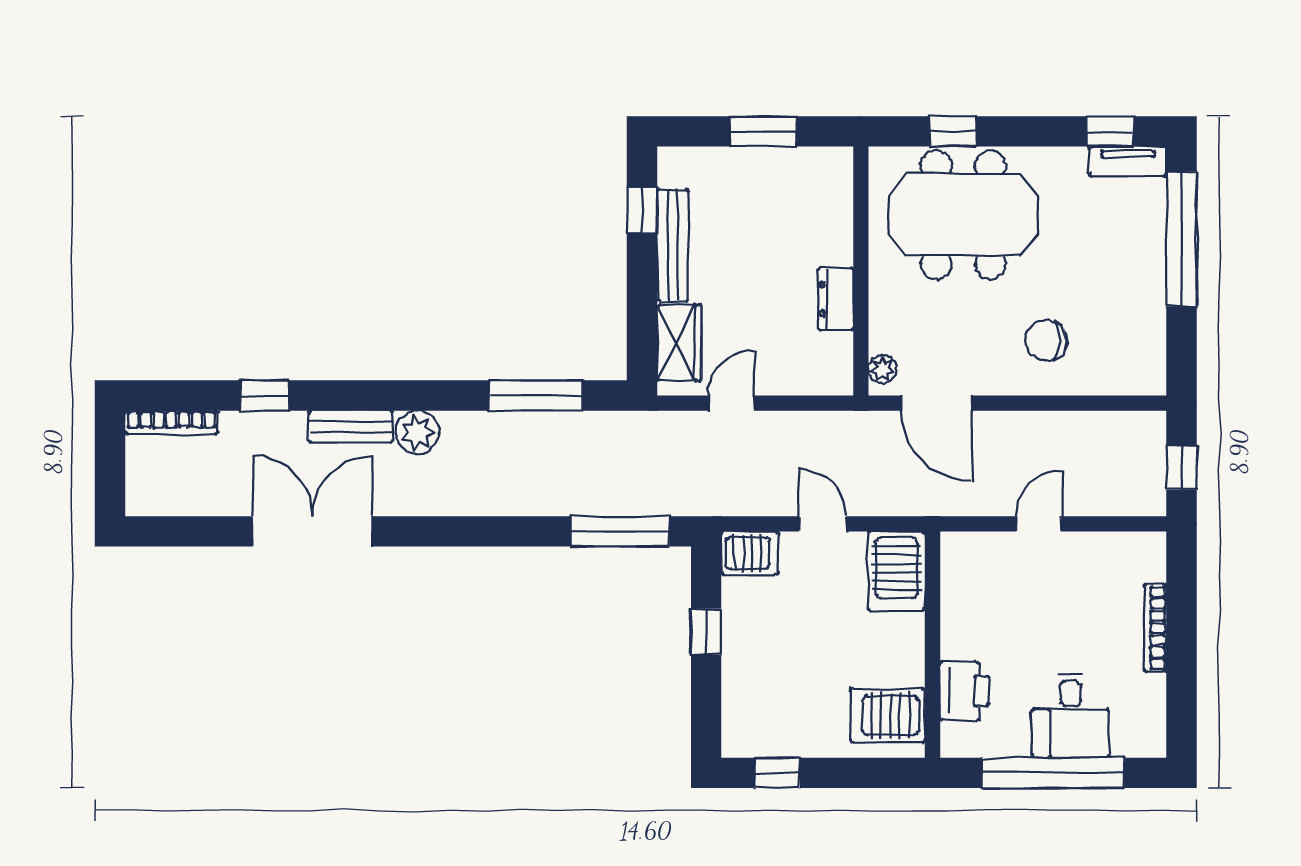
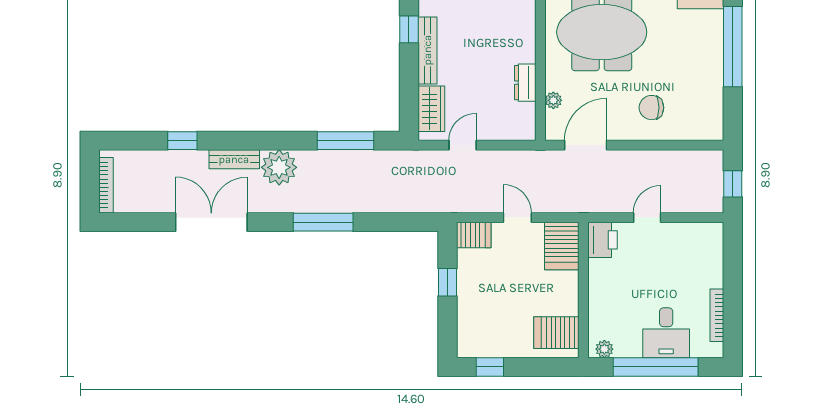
plant: (883, 369) -> (553, 100), moved
door: (937, 403) -> (586, 145), swing flipped
bookcase: (171, 422) -> (106, 185), moved, turned -90
plant: (418, 432) -> (279, 167), width x1.36, depth x1.36
window: (620, 531) -> (323, 222), moved
bookcase: (1155, 628) -> (717, 315), moved
printer: (965, 691) -> (603, 240), moved
plant: (968, 743) -> (604, 349), added

